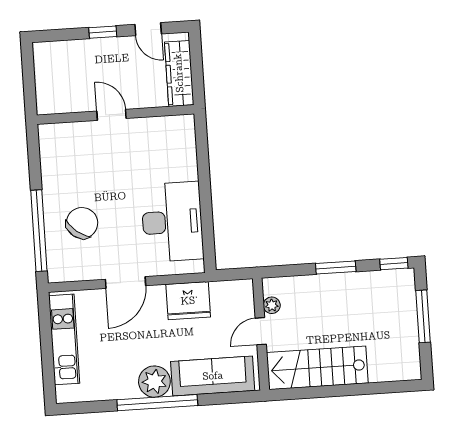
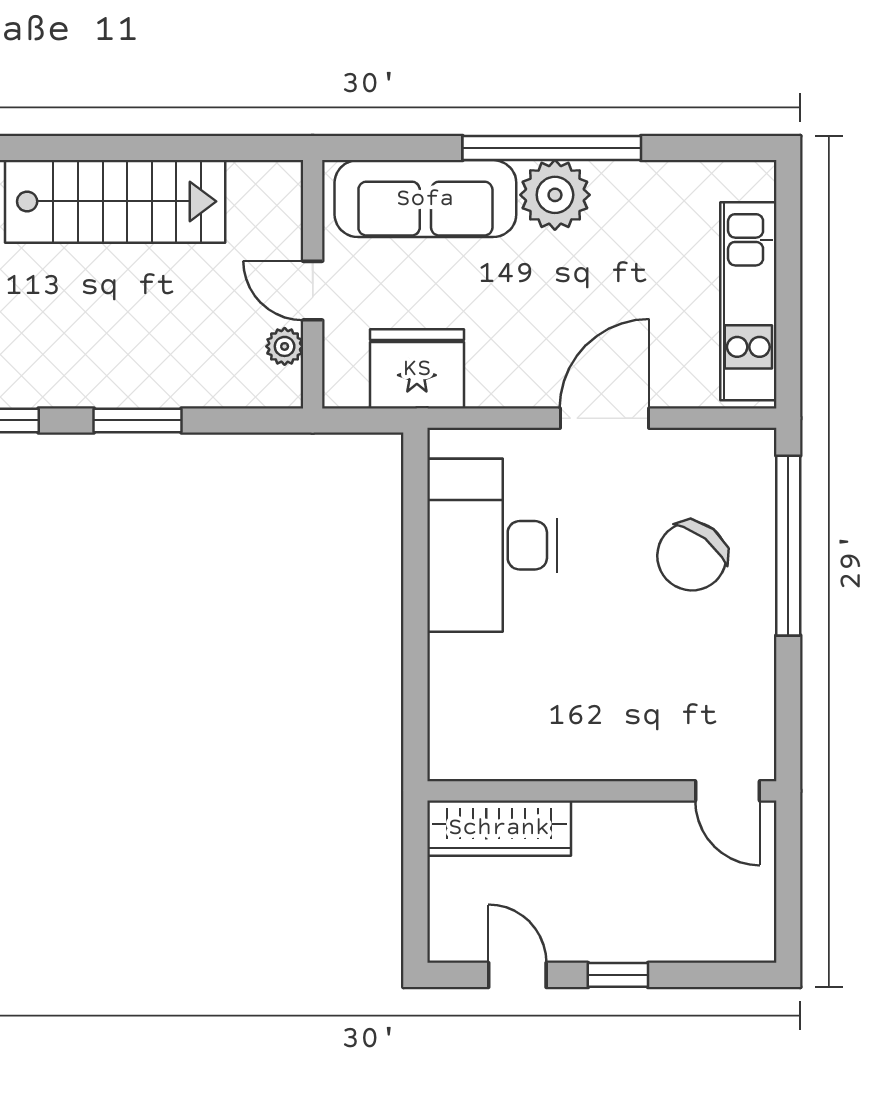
wardrobe: (179, 73) -> (499, 828), moved, turned 90
door: (111, 115) -> (727, 791), moved
fridge: (188, 301) -> (417, 369), moved
door: (261, 331) -> (313, 291), swing flipped
stairs: (317, 368) -> (115, 201), moved

